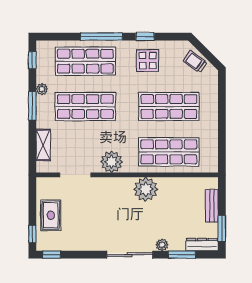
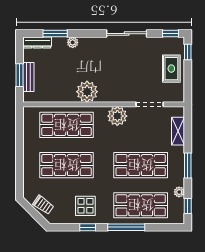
plant: (42, 89) -> (179, 192), moved
window: (222, 229) -> (19, 75), moved
sliding door: (130, 255) -> (127, 34), moved

